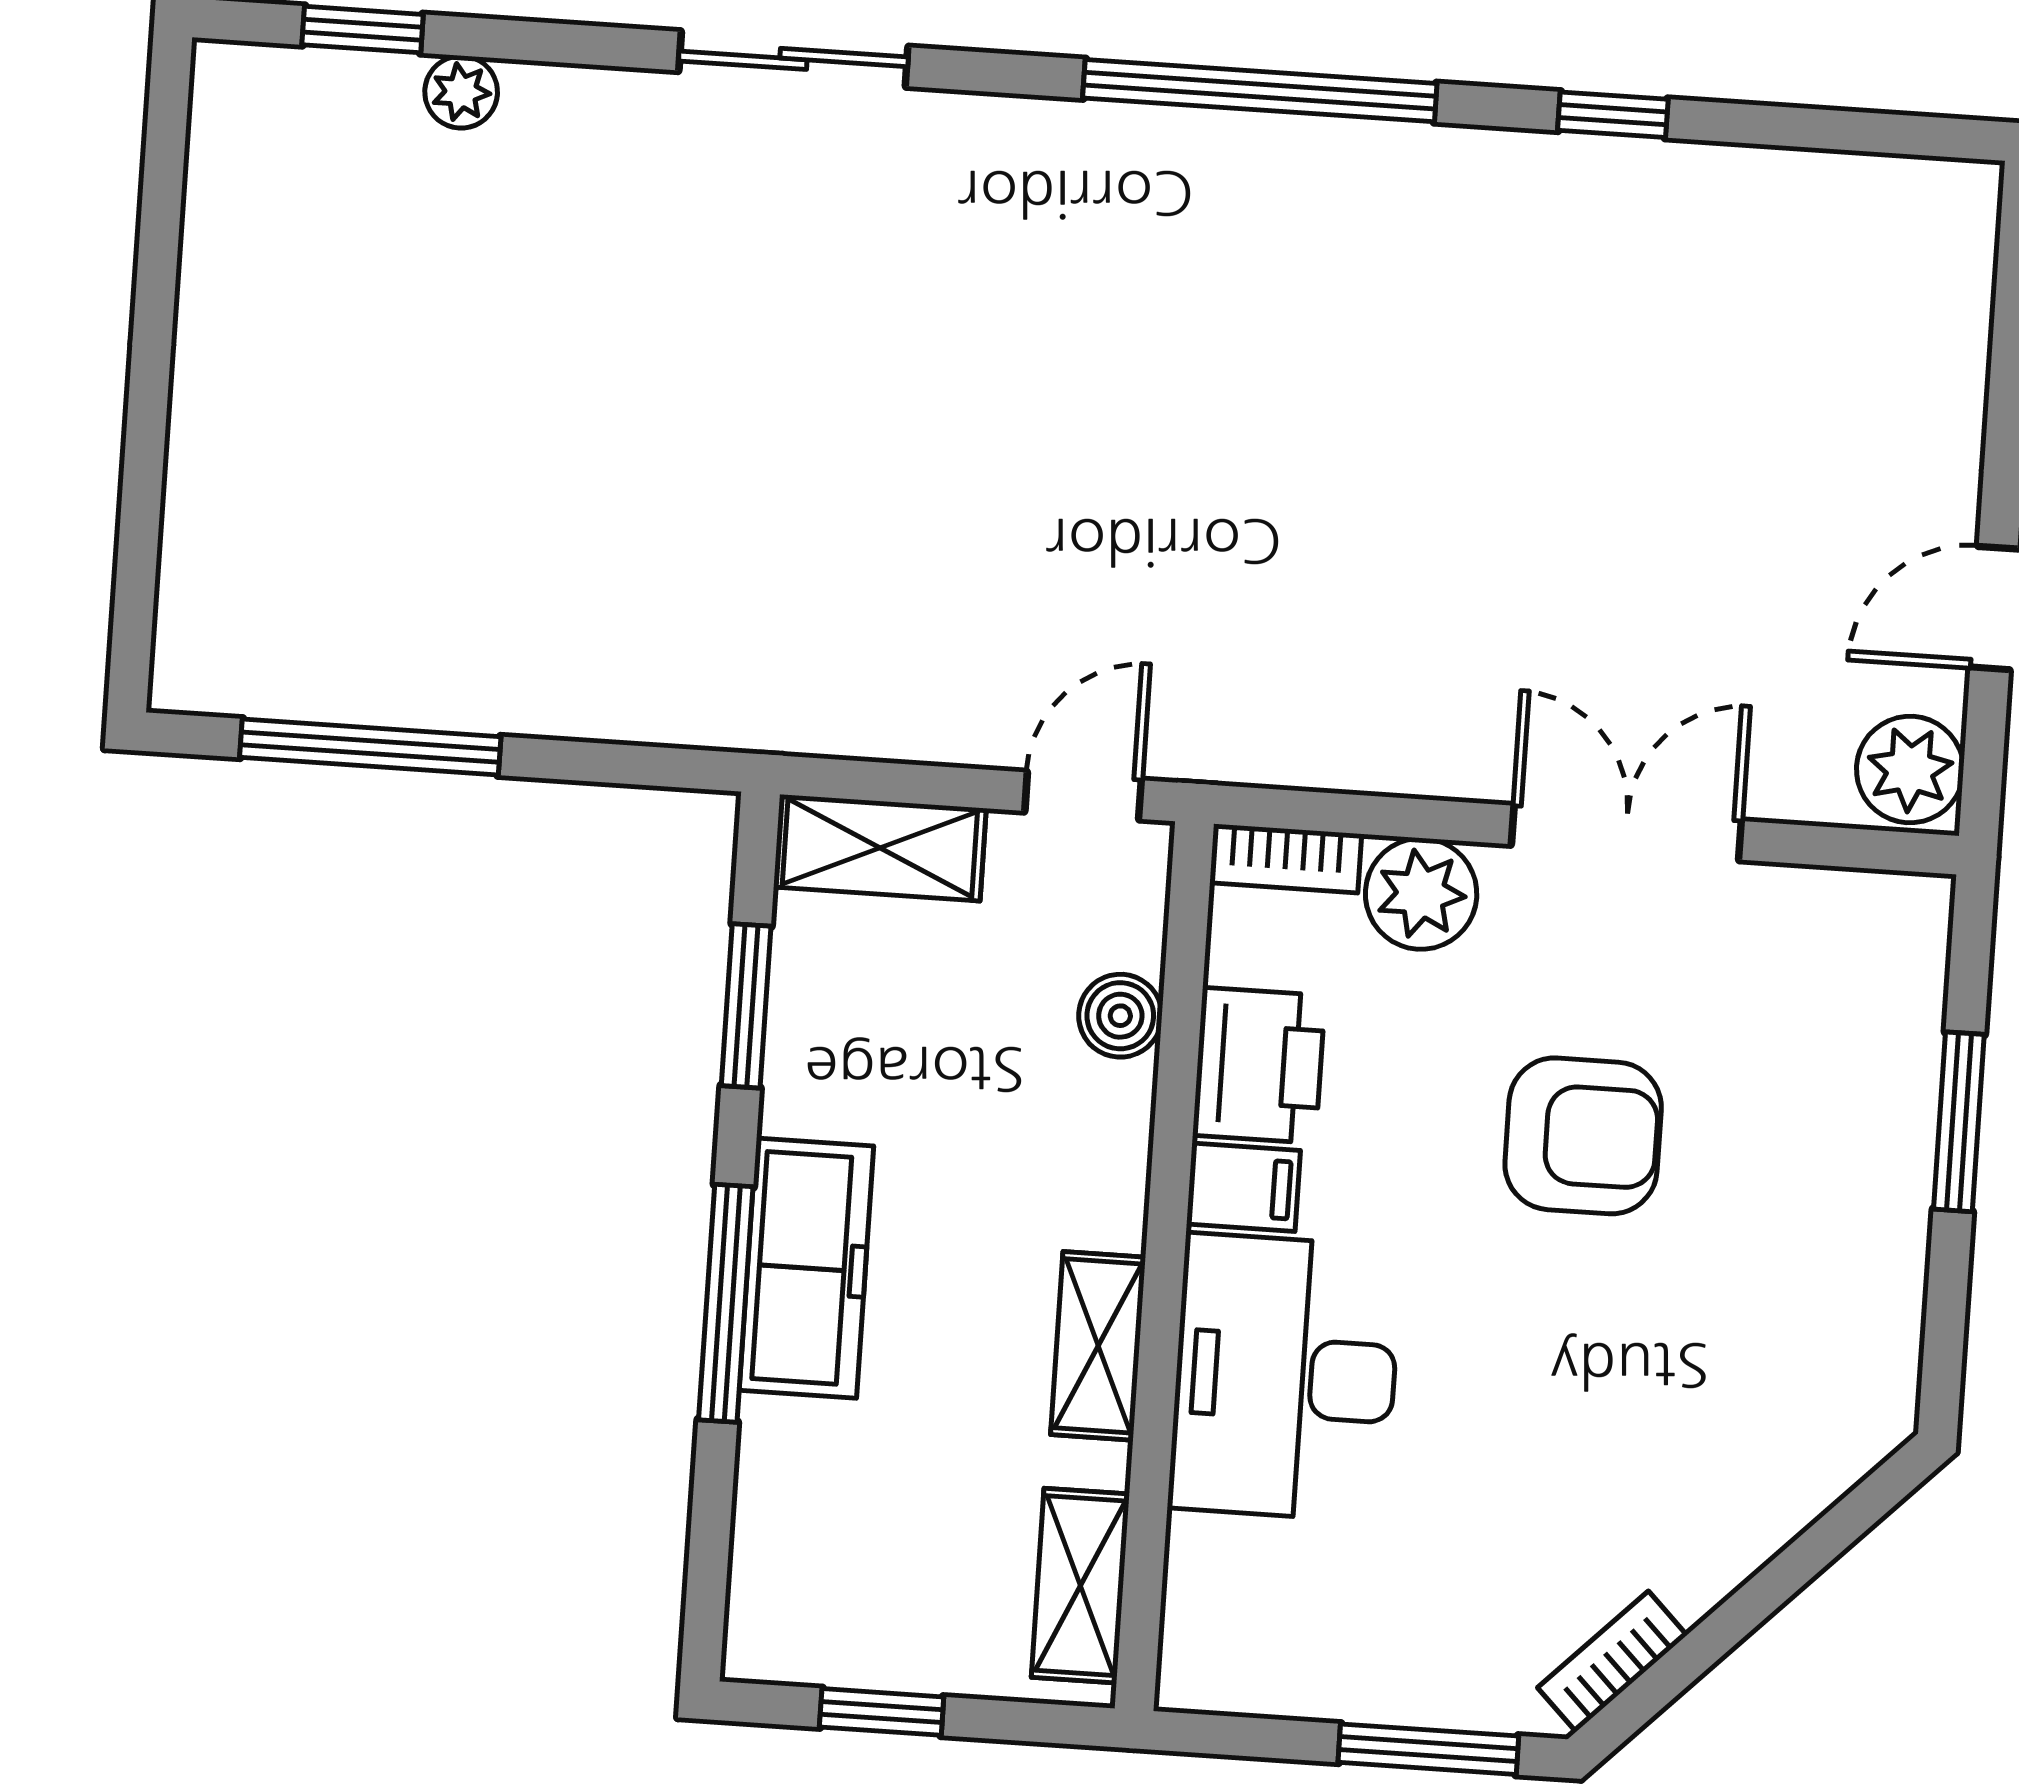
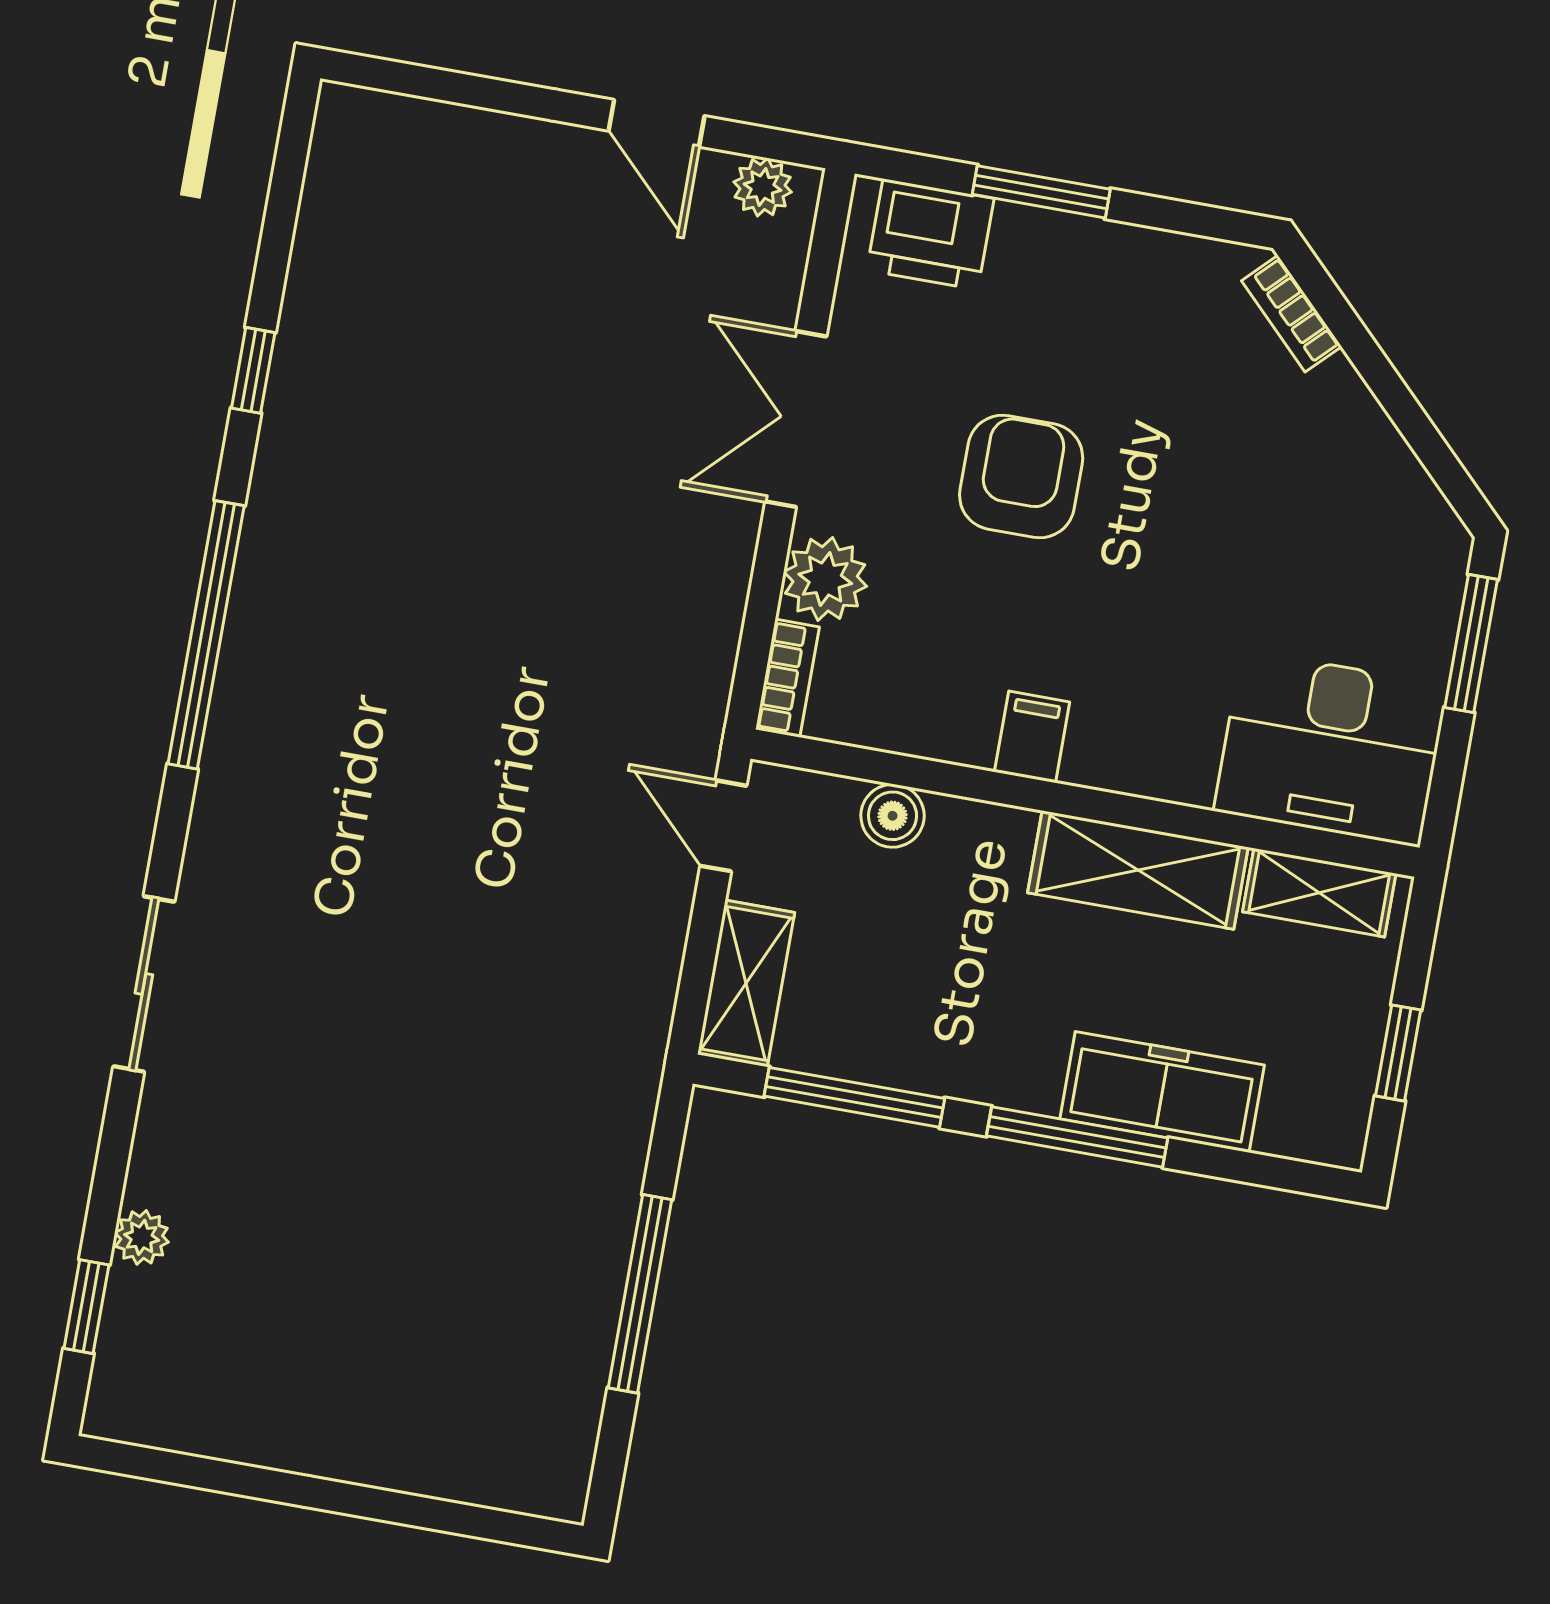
window: (370, 747) -> (640, 1294), moved
plant: (1910, 770) -> (763, 187), width x0.73, depth x0.73
window: (746, 1006) -> (854, 1097), width x1.44
printer: (1259, 1065) -> (930, 234), moved, turned 180
freezer: (806, 1268) -> (1162, 1092), moved
shelving: (1098, 1346) -> (1138, 870), width x1.50, depth x1.33
desk: (1285, 1377) -> (1331, 748), moved
bookcase: (1612, 1661) -> (1292, 314), moved

